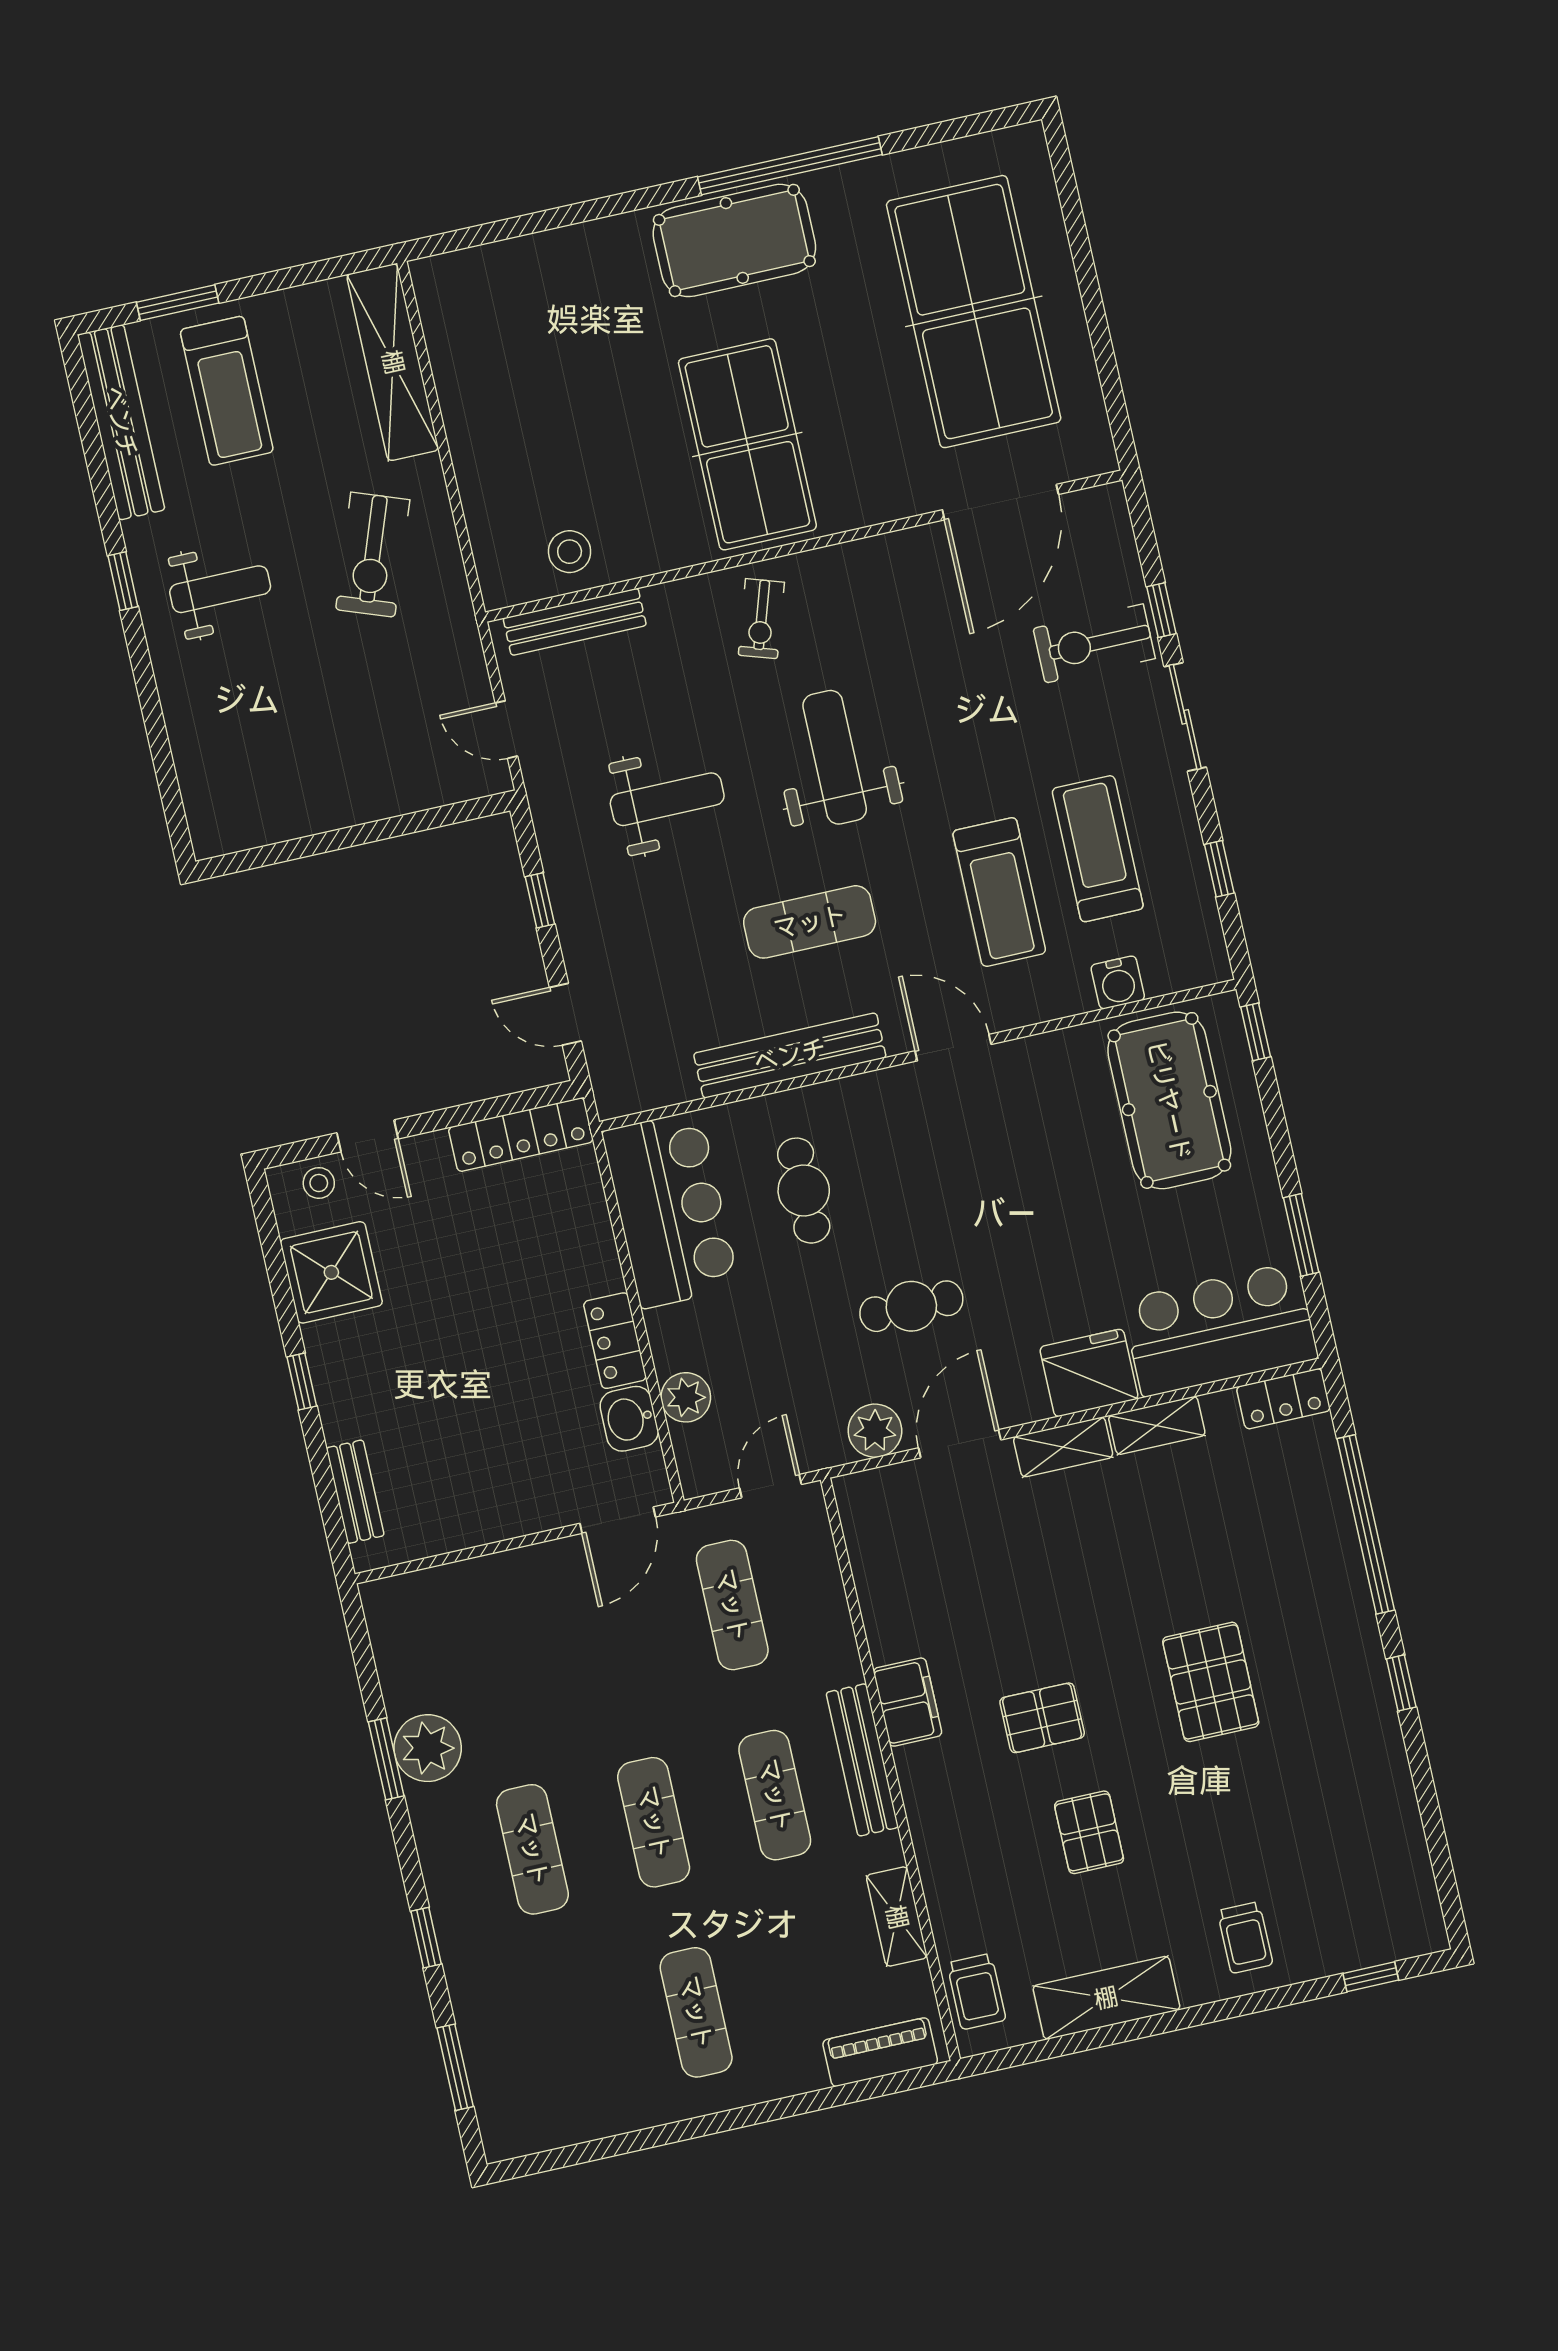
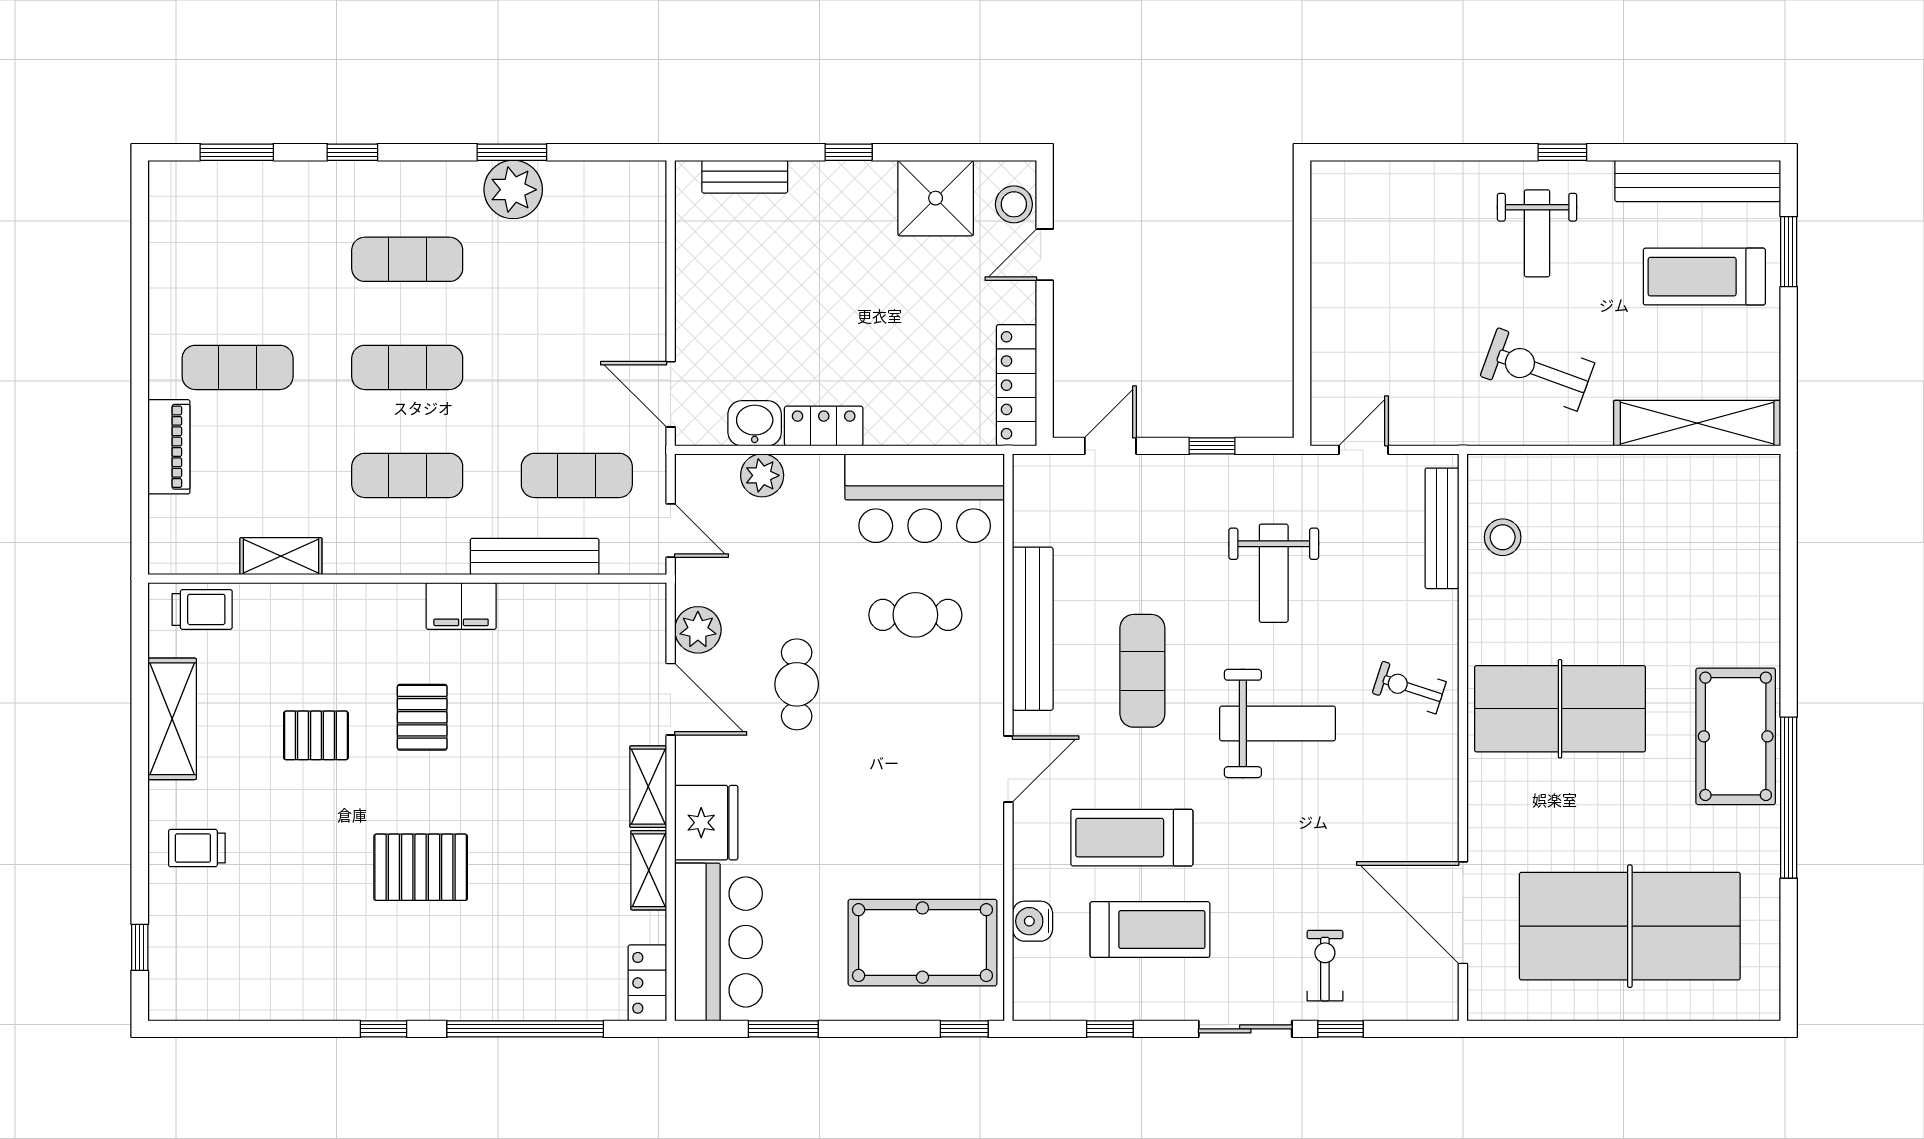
exercise bike: (1094, 643) -> (1325, 966), width x0.73, depth x0.72
stool: (319, 1183) -> (1014, 204), width x1.37, depth x1.37
bench: (862, 1760) -> (535, 556), moved
trolley: (976, 1992) -> (202, 609), turned 180
piano: (880, 2052) -> (169, 447), moved

